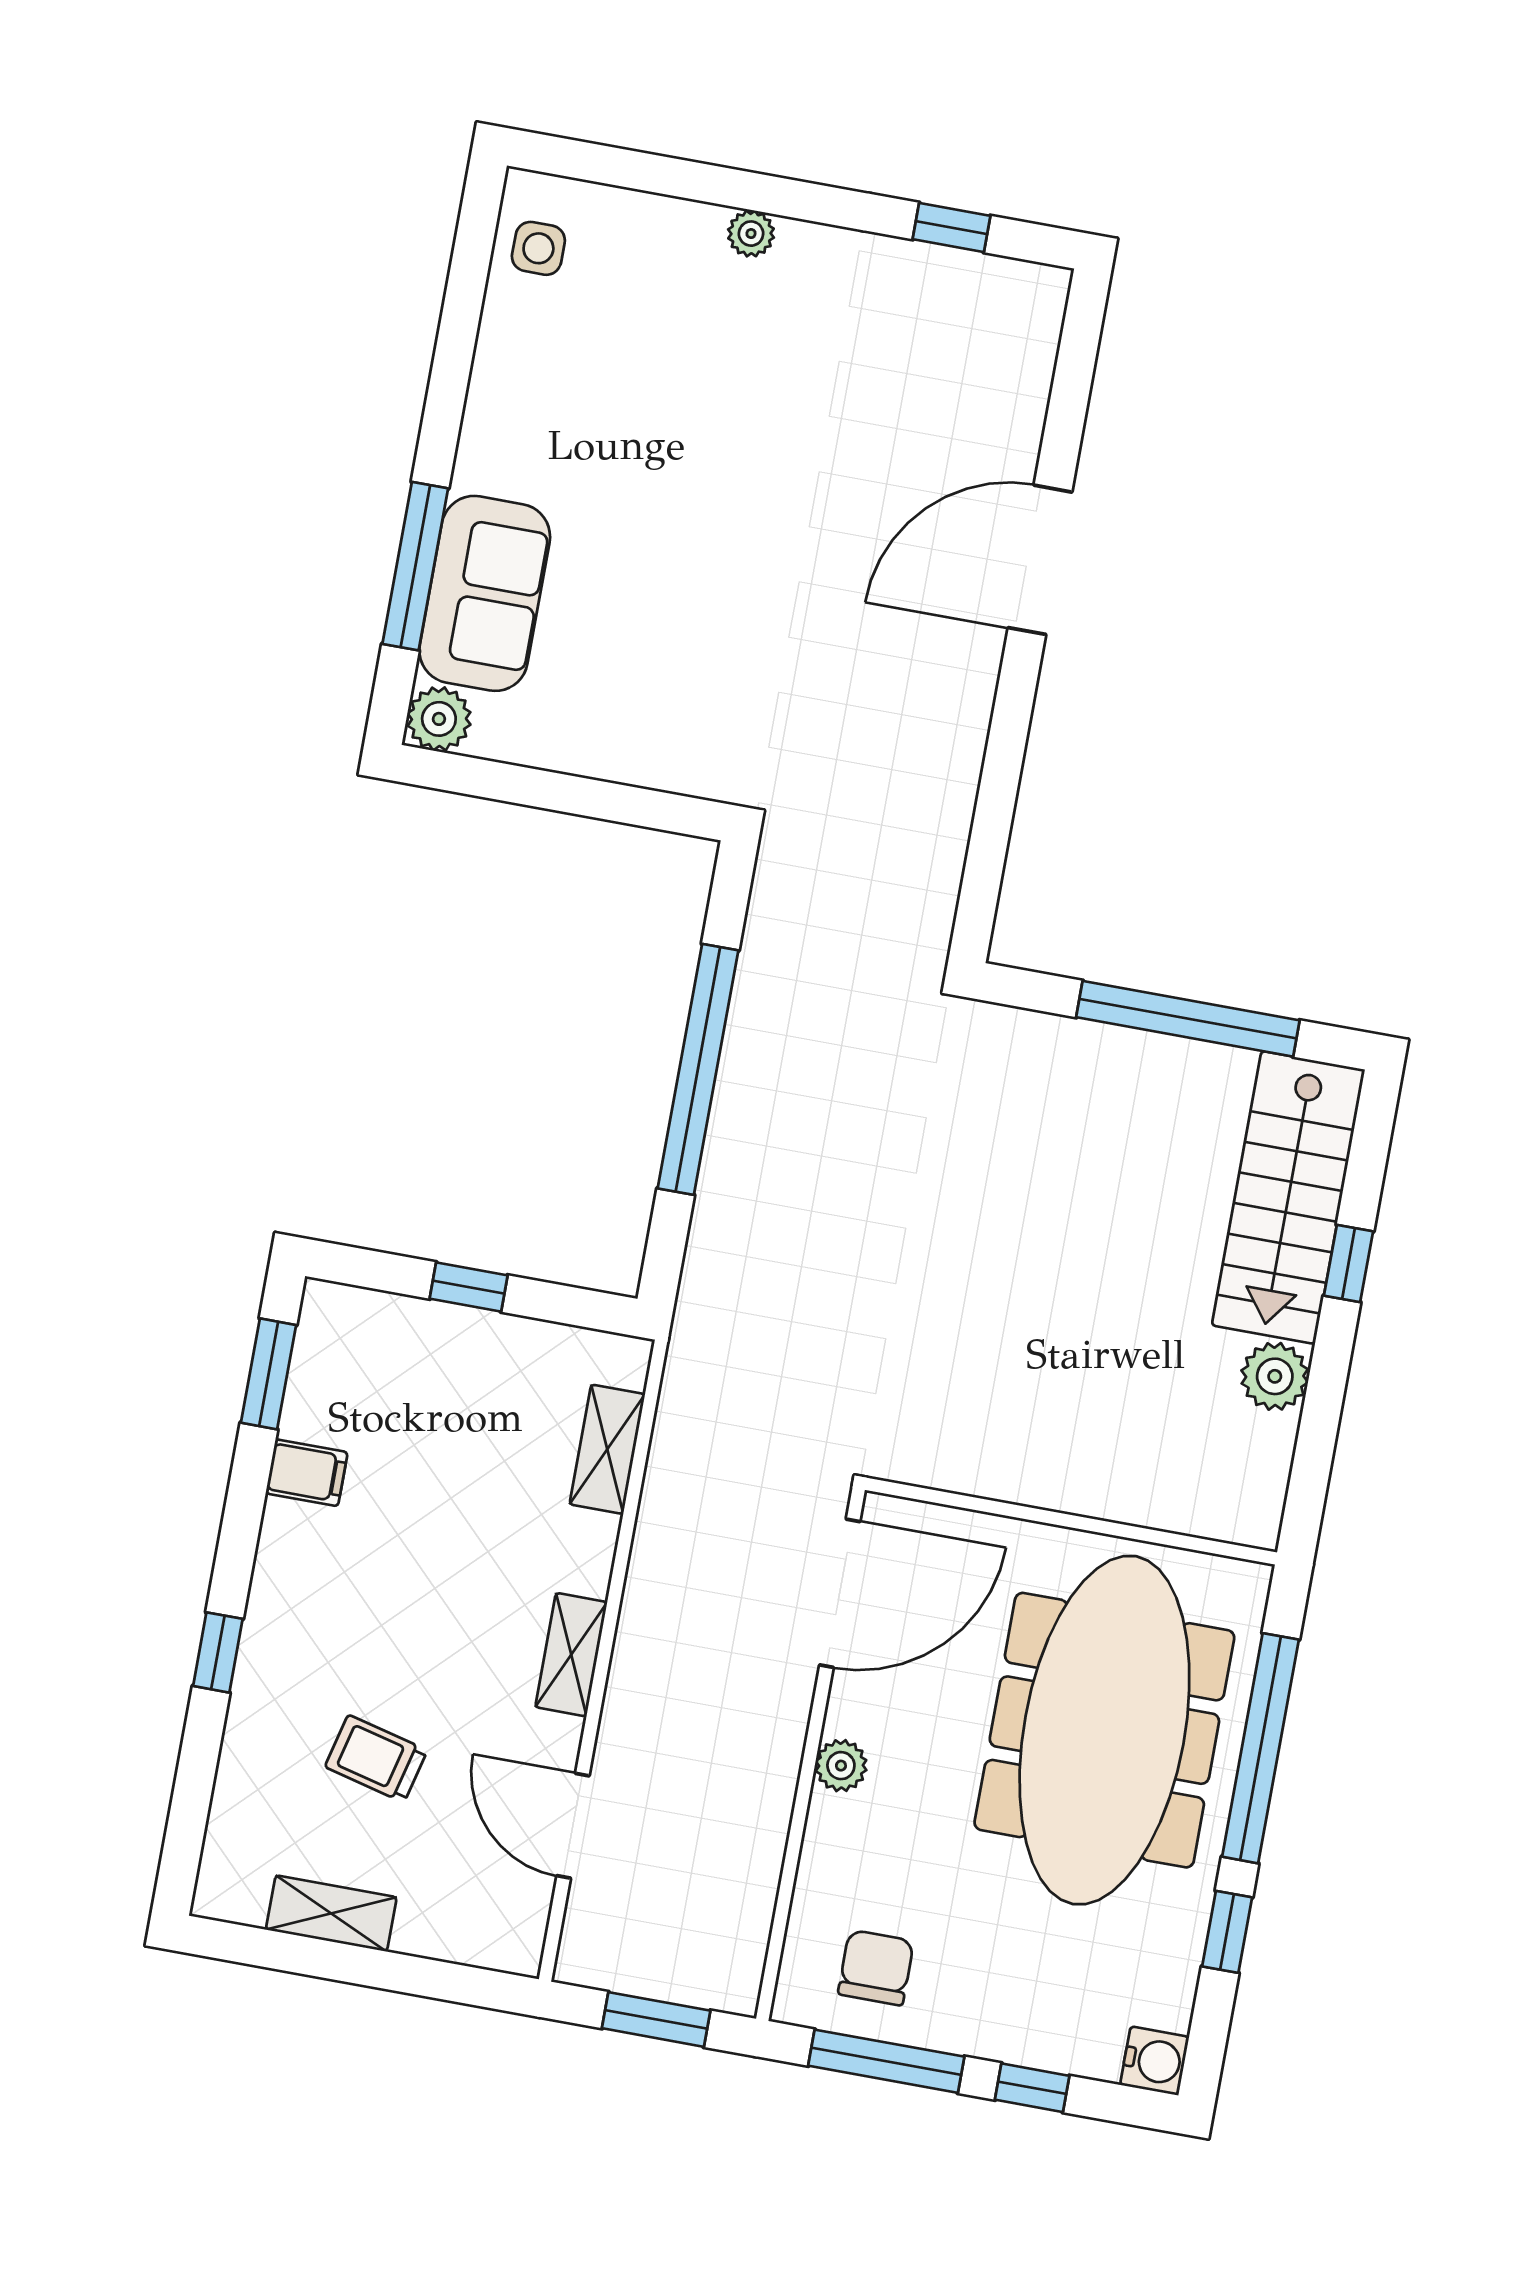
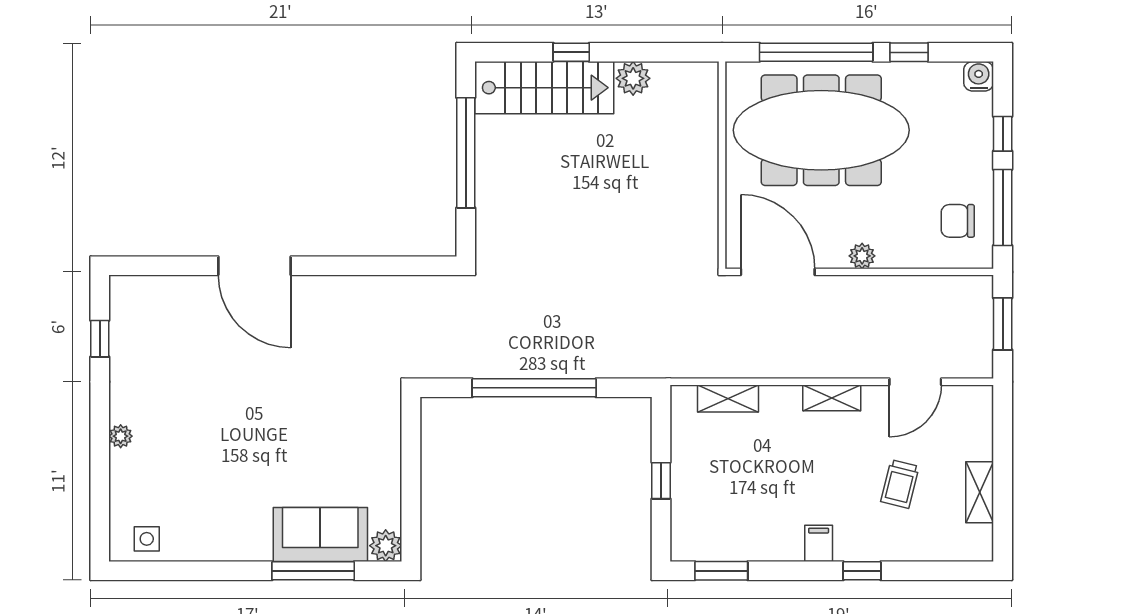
filing cabinet: (307, 1473) -> (819, 543), moved

